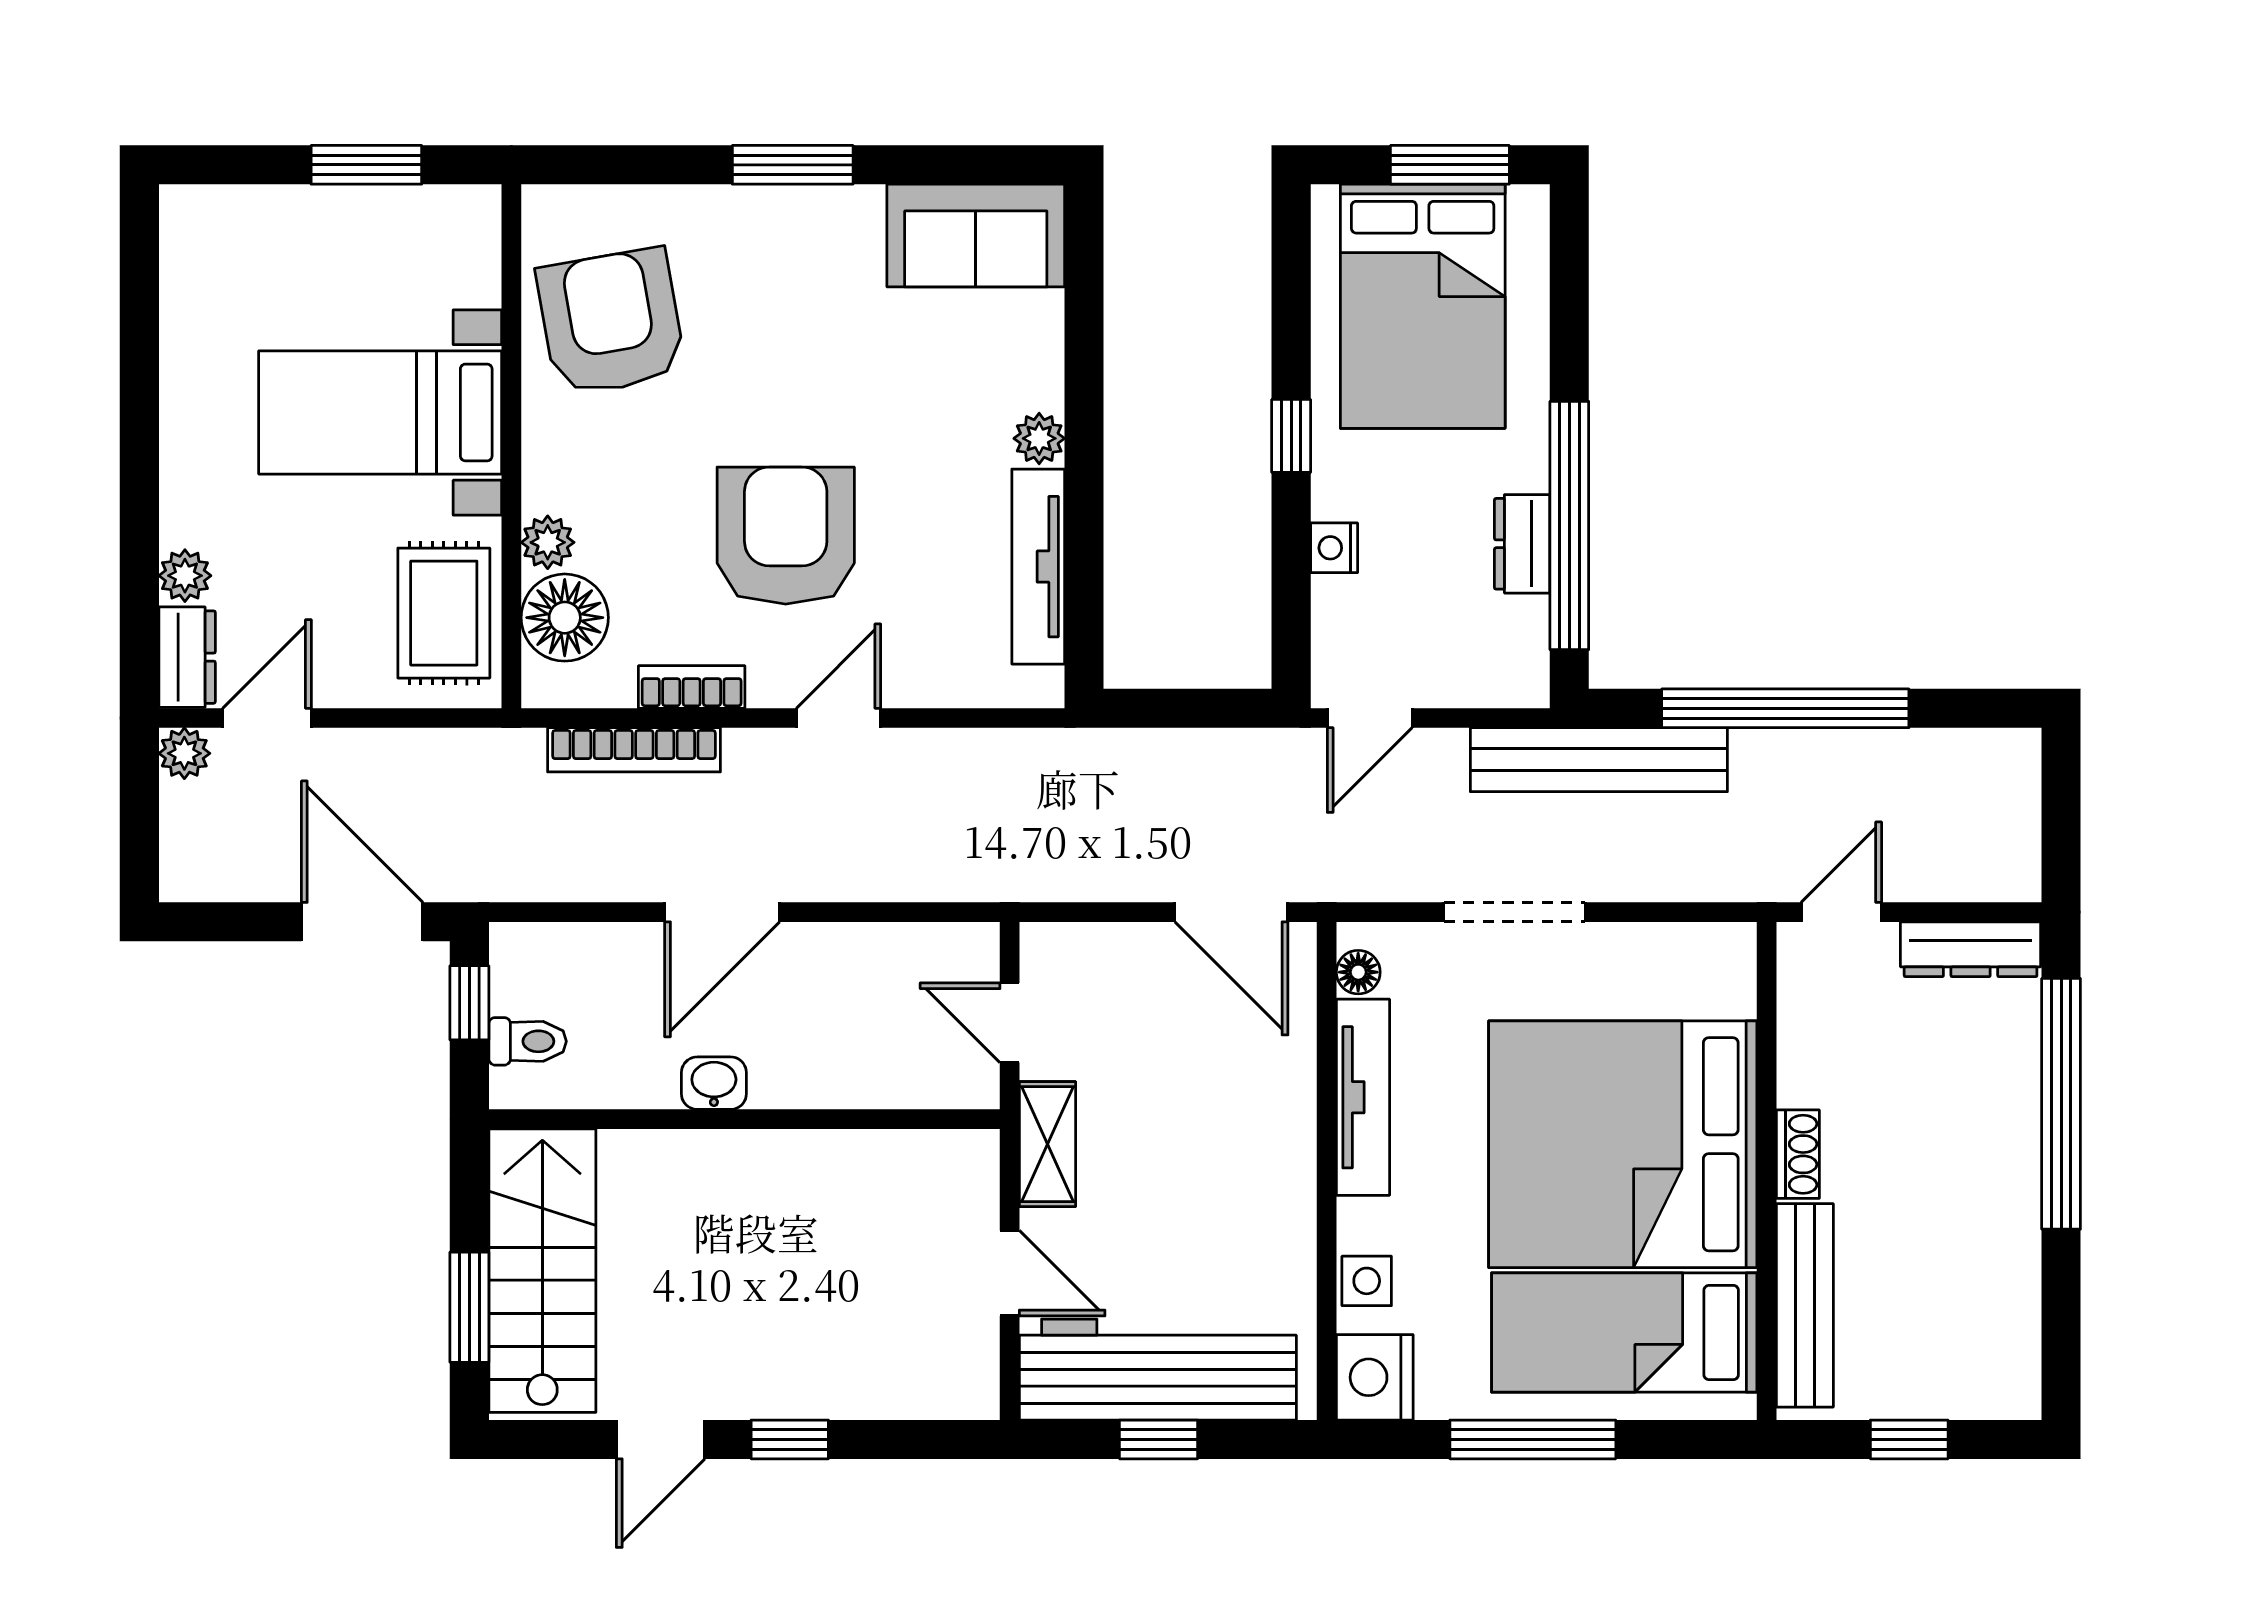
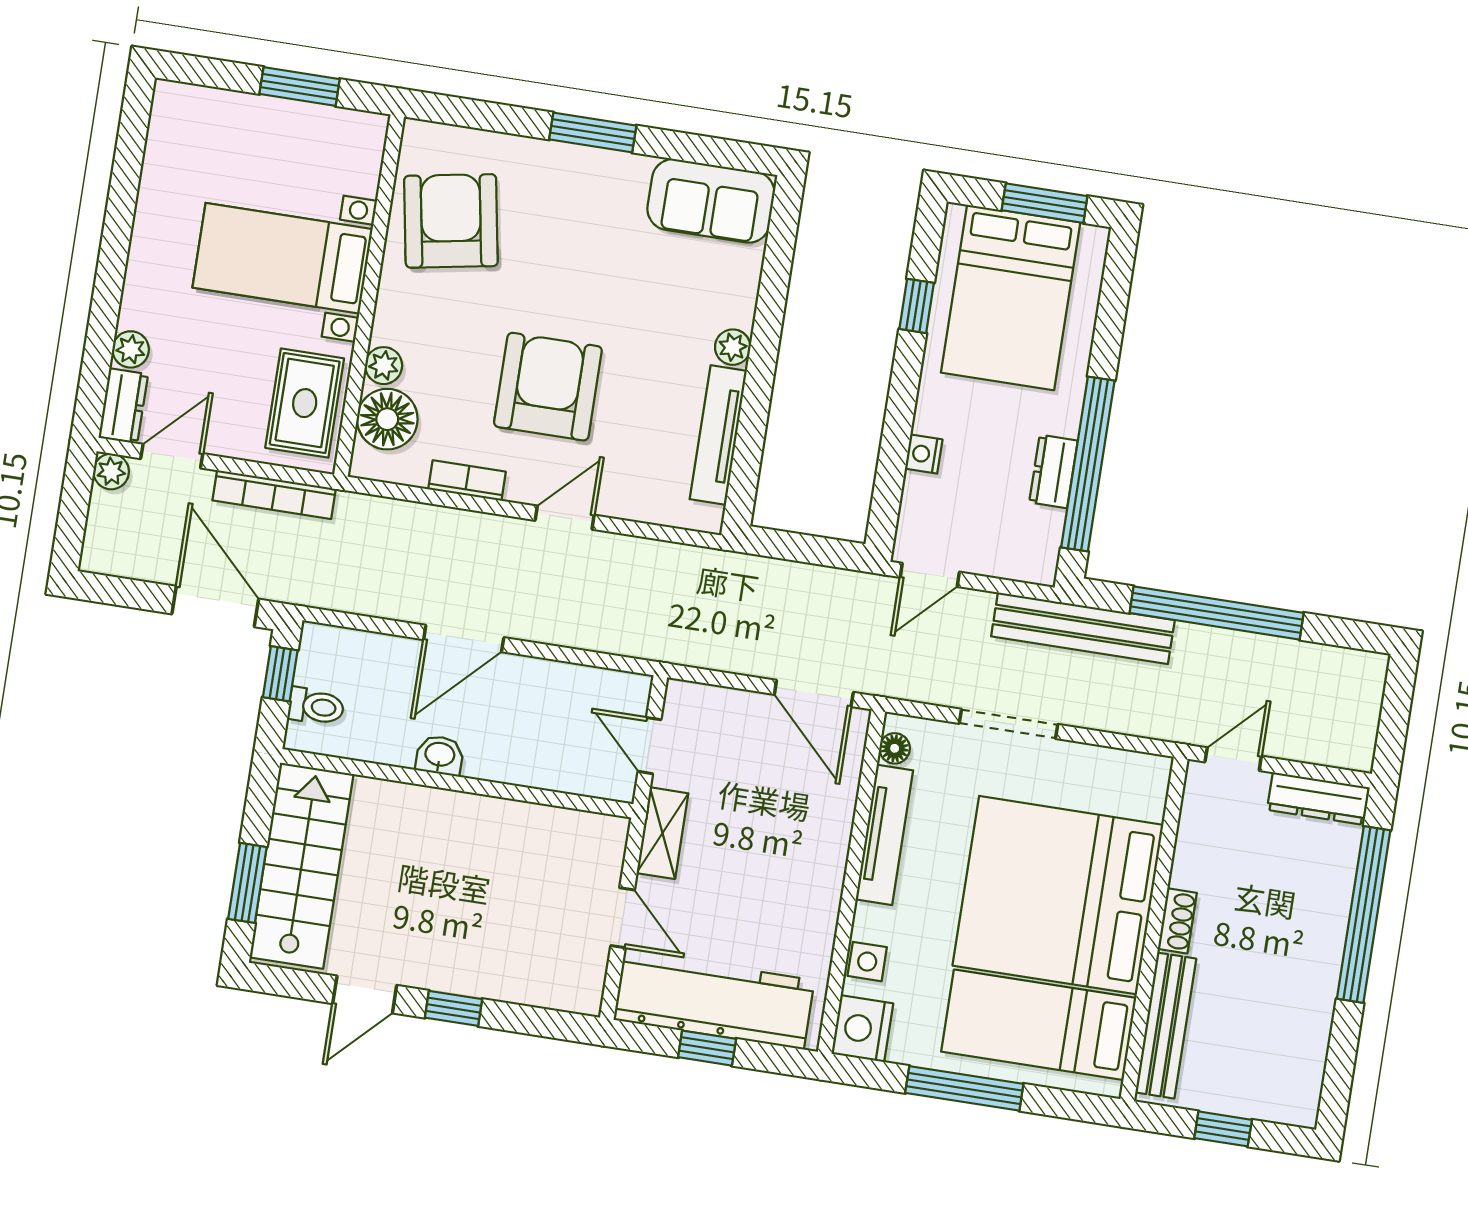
window: (1291, 436) -> (917, 306), moved
bookcase: (634, 750) -> (274, 495), moved

